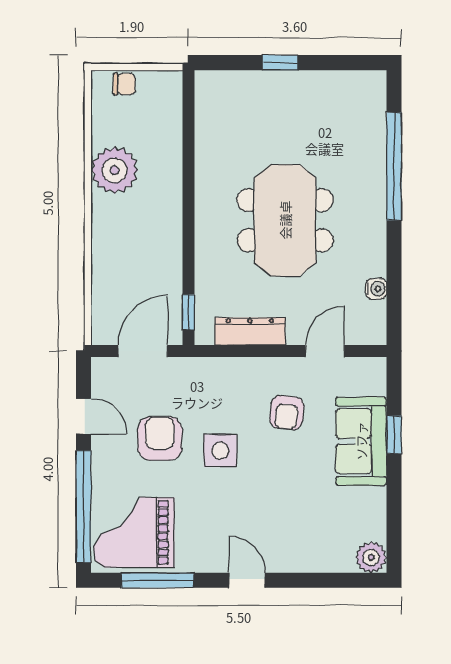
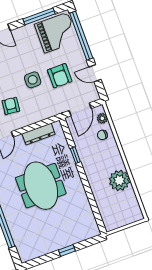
chair: (124, 84) -> (102, 135), moved
window: (188, 312) -> (75, 155), moved
plant: (103, 315) -> (102, 118), added

